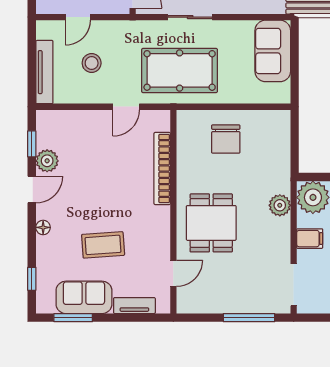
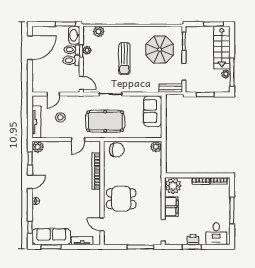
chair: (226, 139) -> (117, 150), moved, turned -90
plant: (47, 161) -> (38, 147), moved
plant: (280, 205) -> (156, 147), moved
dining table: (211, 223) -> (121, 199), turned 90
filing cabinet: (310, 239) -> (171, 207), width x2.00
coffee table: (103, 245) -> (66, 210), removed
door: (173, 273) -> (102, 224), swing flipped
sofa: (84, 297) -> (51, 237), width x1.36

